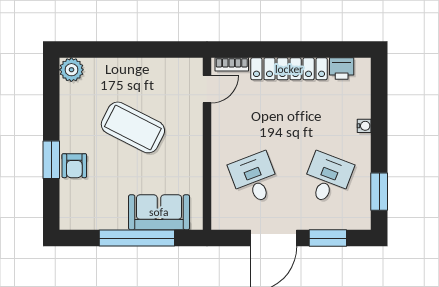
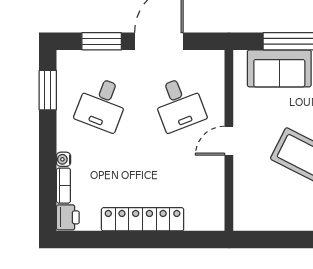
bookcase: (232, 64) -> (63, 186), moved, turned 90
printer: (342, 69) -> (68, 217), moved, turned 90
door: (207, 89) -> (229, 141), moved

